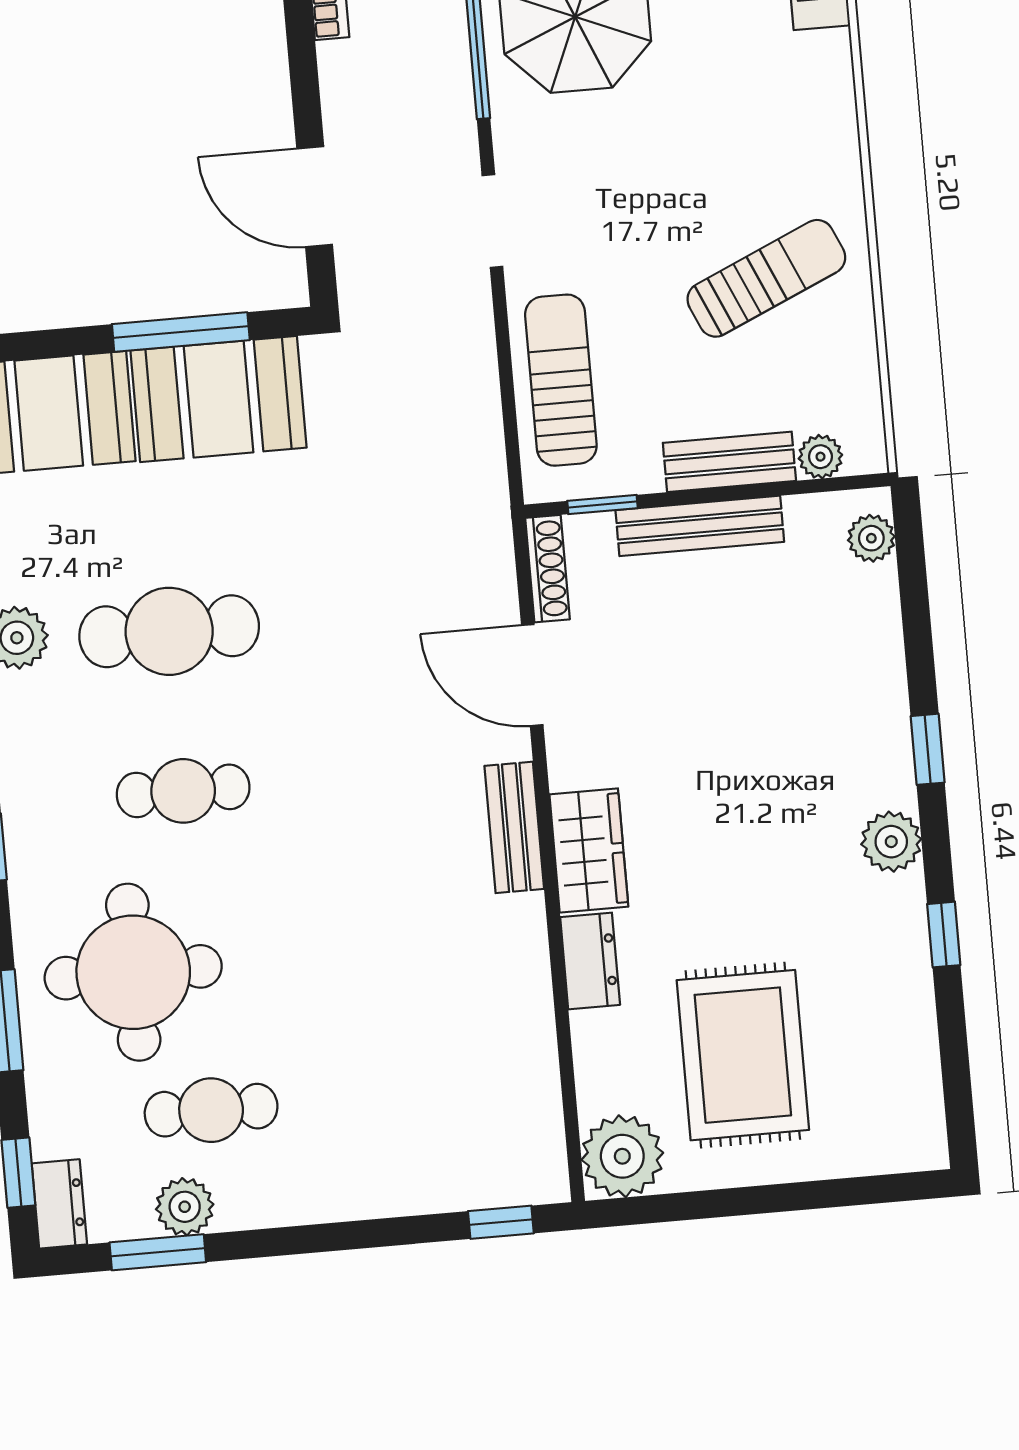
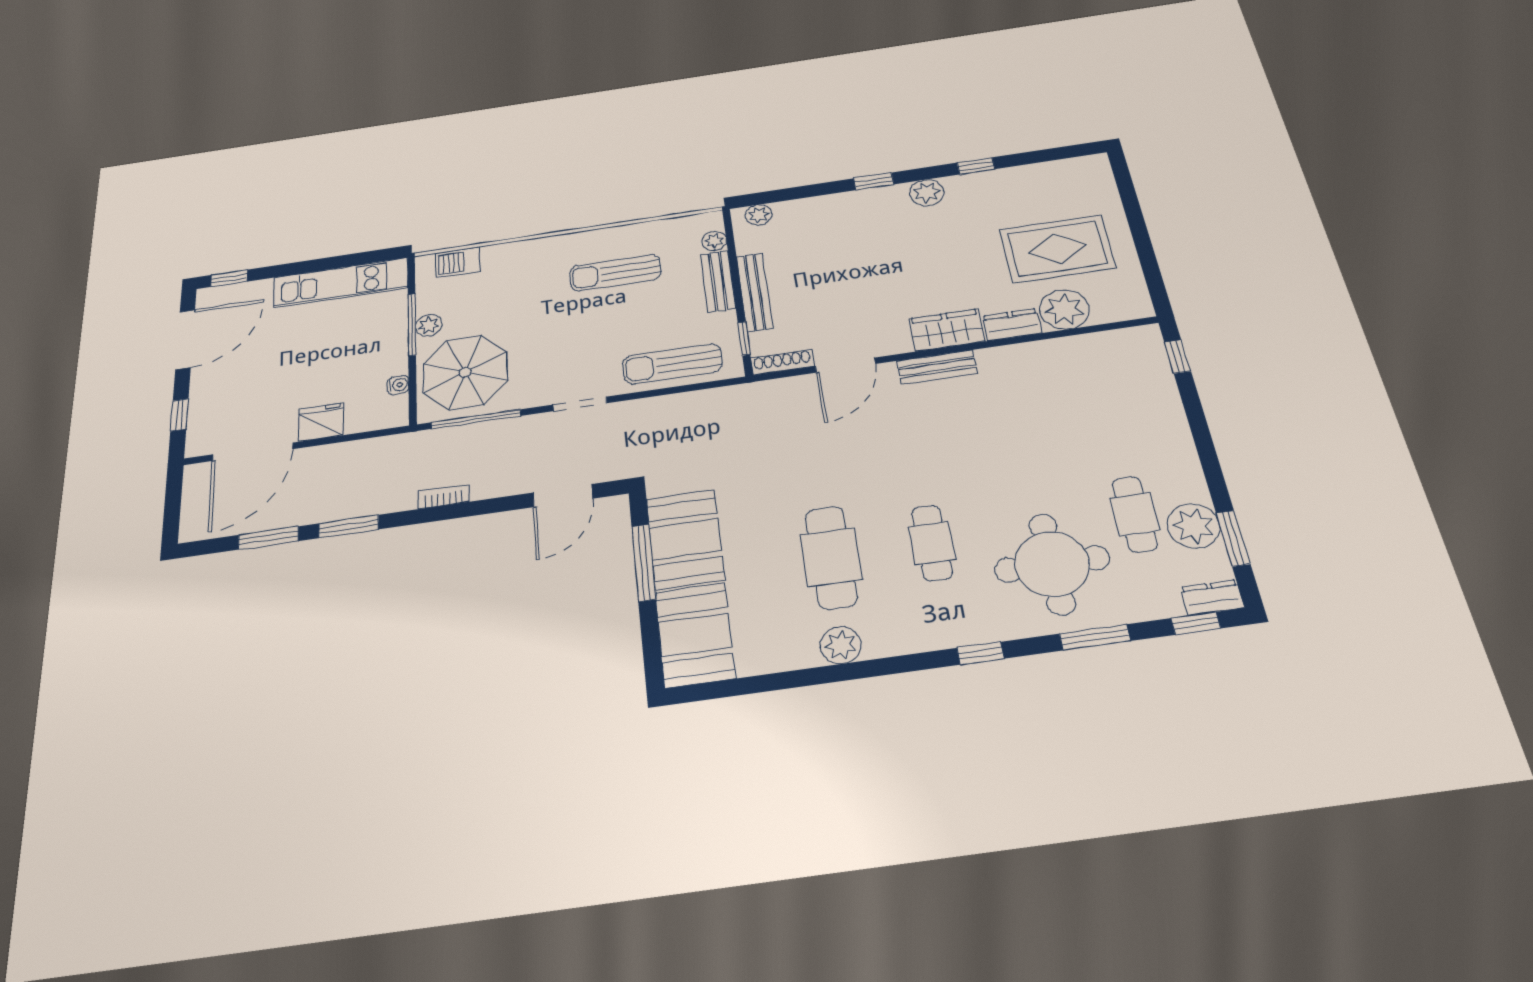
sun lounger: (766, 278) -> (615, 273), turned -66
plant: (622, 1156) -> (1064, 309), moved
plant: (185, 1207) -> (1193, 526), width x1.36, depth x1.36

